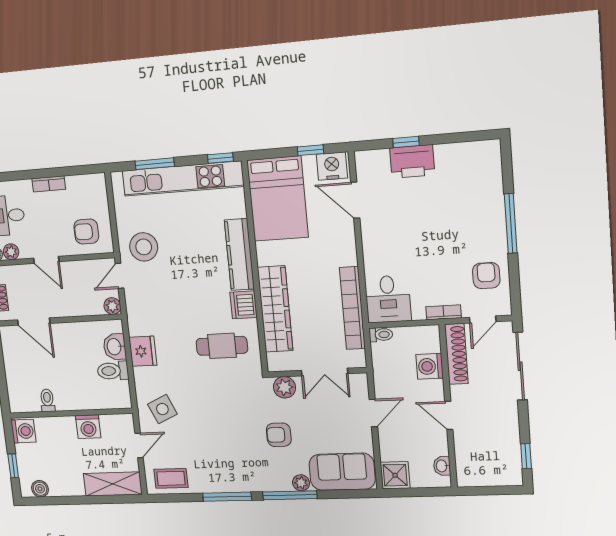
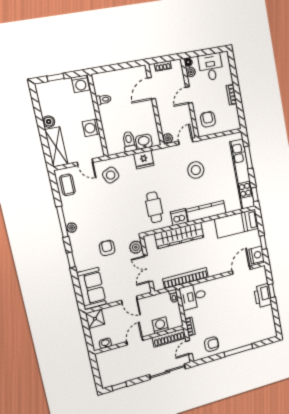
bed: (278, 199) -> (237, 224), width x0.67
stool: (144, 247) -> (196, 170), moved
door: (119, 276) -> (186, 142), hinge flipped
door: (483, 320) -> (189, 347), hinge flipped
plant: (301, 483) -> (72, 228), moved
boiler: (40, 489) -> (49, 122), moved
window: (290, 495) -> (71, 260), width x0.46

